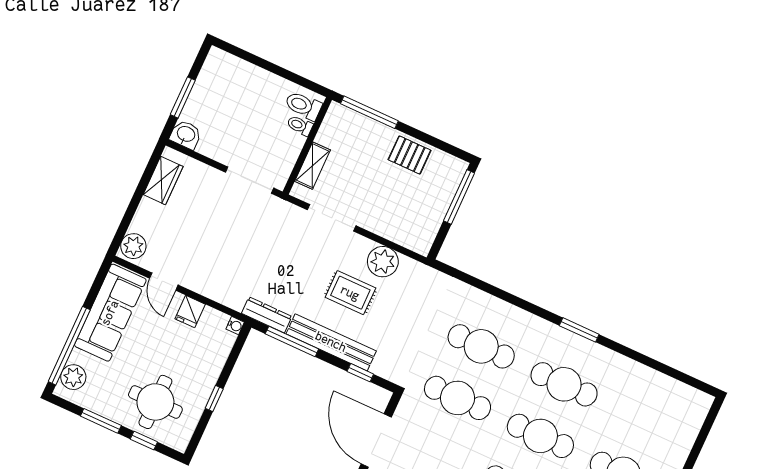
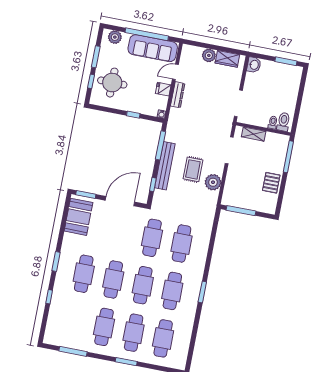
window: (183, 97) -> (286, 61), moved
window: (459, 197) -> (241, 211), moved
plant: (133, 246) -> (209, 55), moved
dresser: (267, 315) -> (178, 95), moved
window: (69, 346) -> (147, 34), moved
window: (214, 399) -> (133, 115), moved
cafe table: (647, 422) -> (163, 338), added

